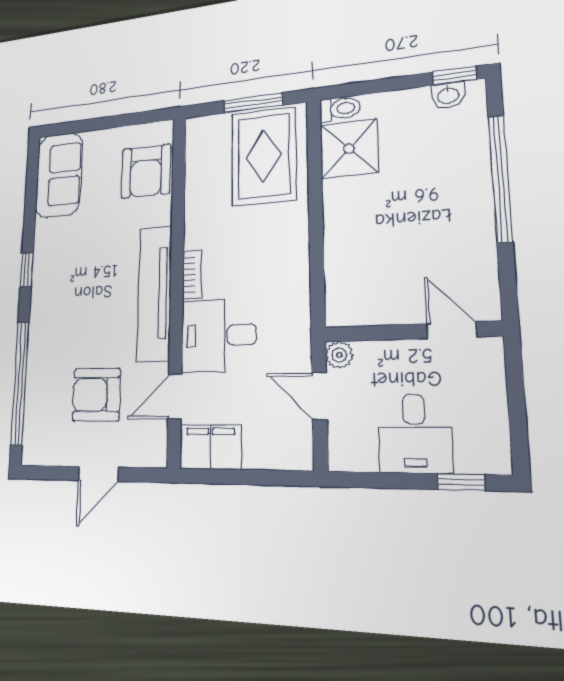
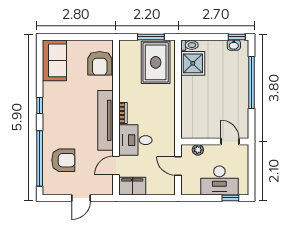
plant: (339, 355) -> (198, 150), moved
armchair: (96, 395) -> (63, 160), moved, turned 180
desk: (415, 434) -> (219, 180), width x1.37

